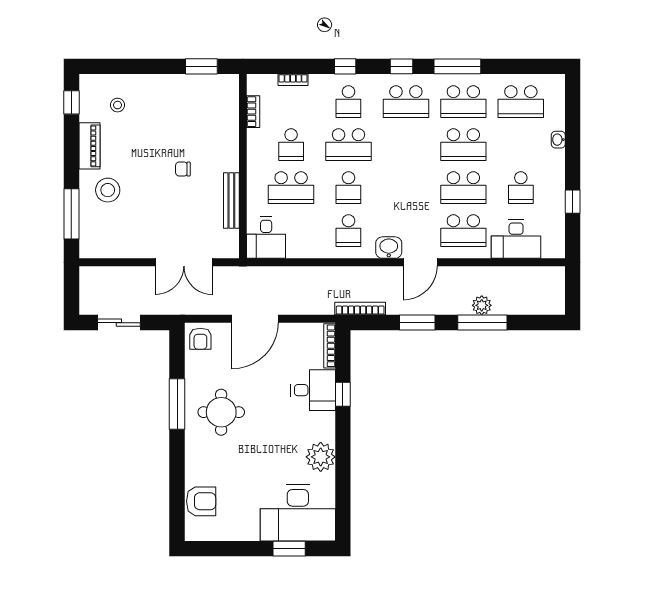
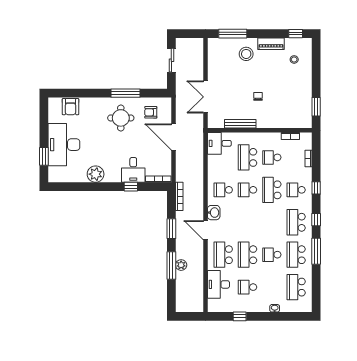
school desk: (463, 145) -> (272, 255), width x0.54
armchair: (200, 339) -> (151, 112), moved
desk: (298, 513) -> (64, 145), moved

